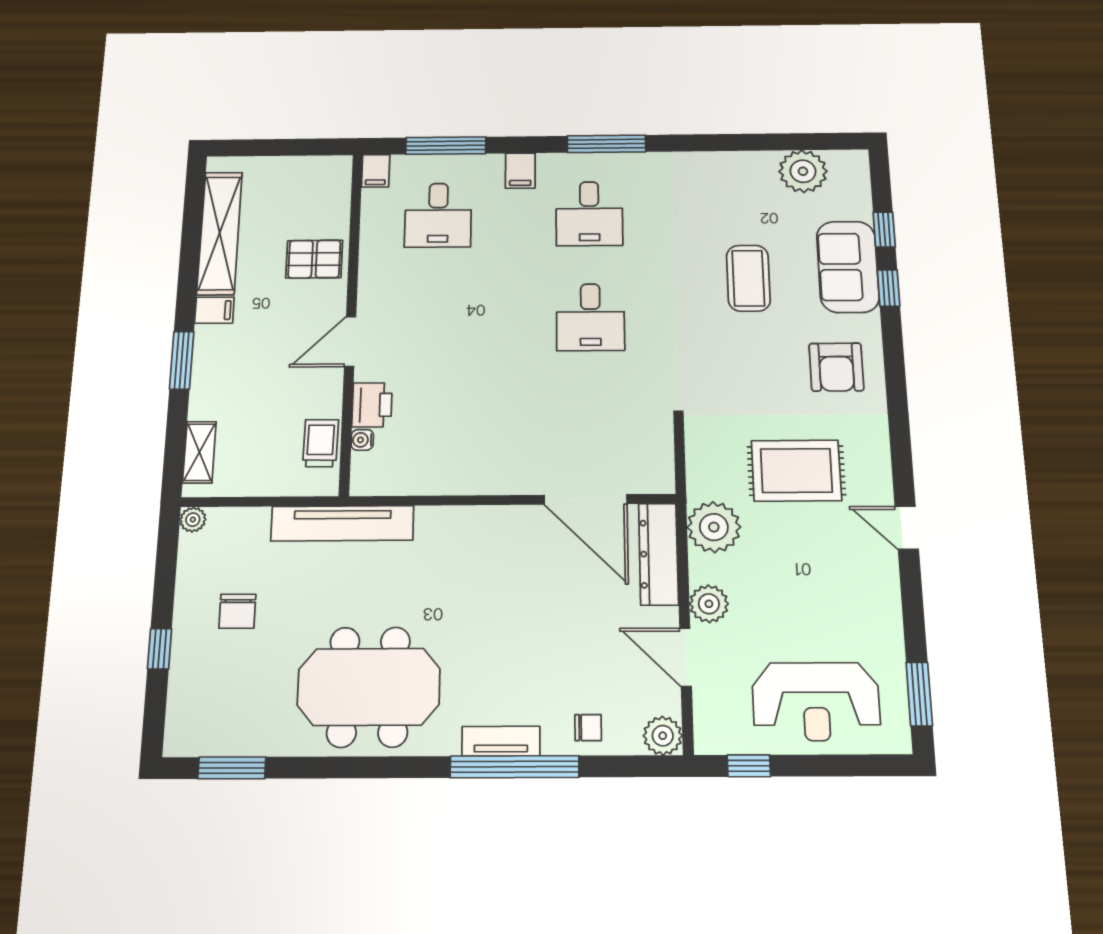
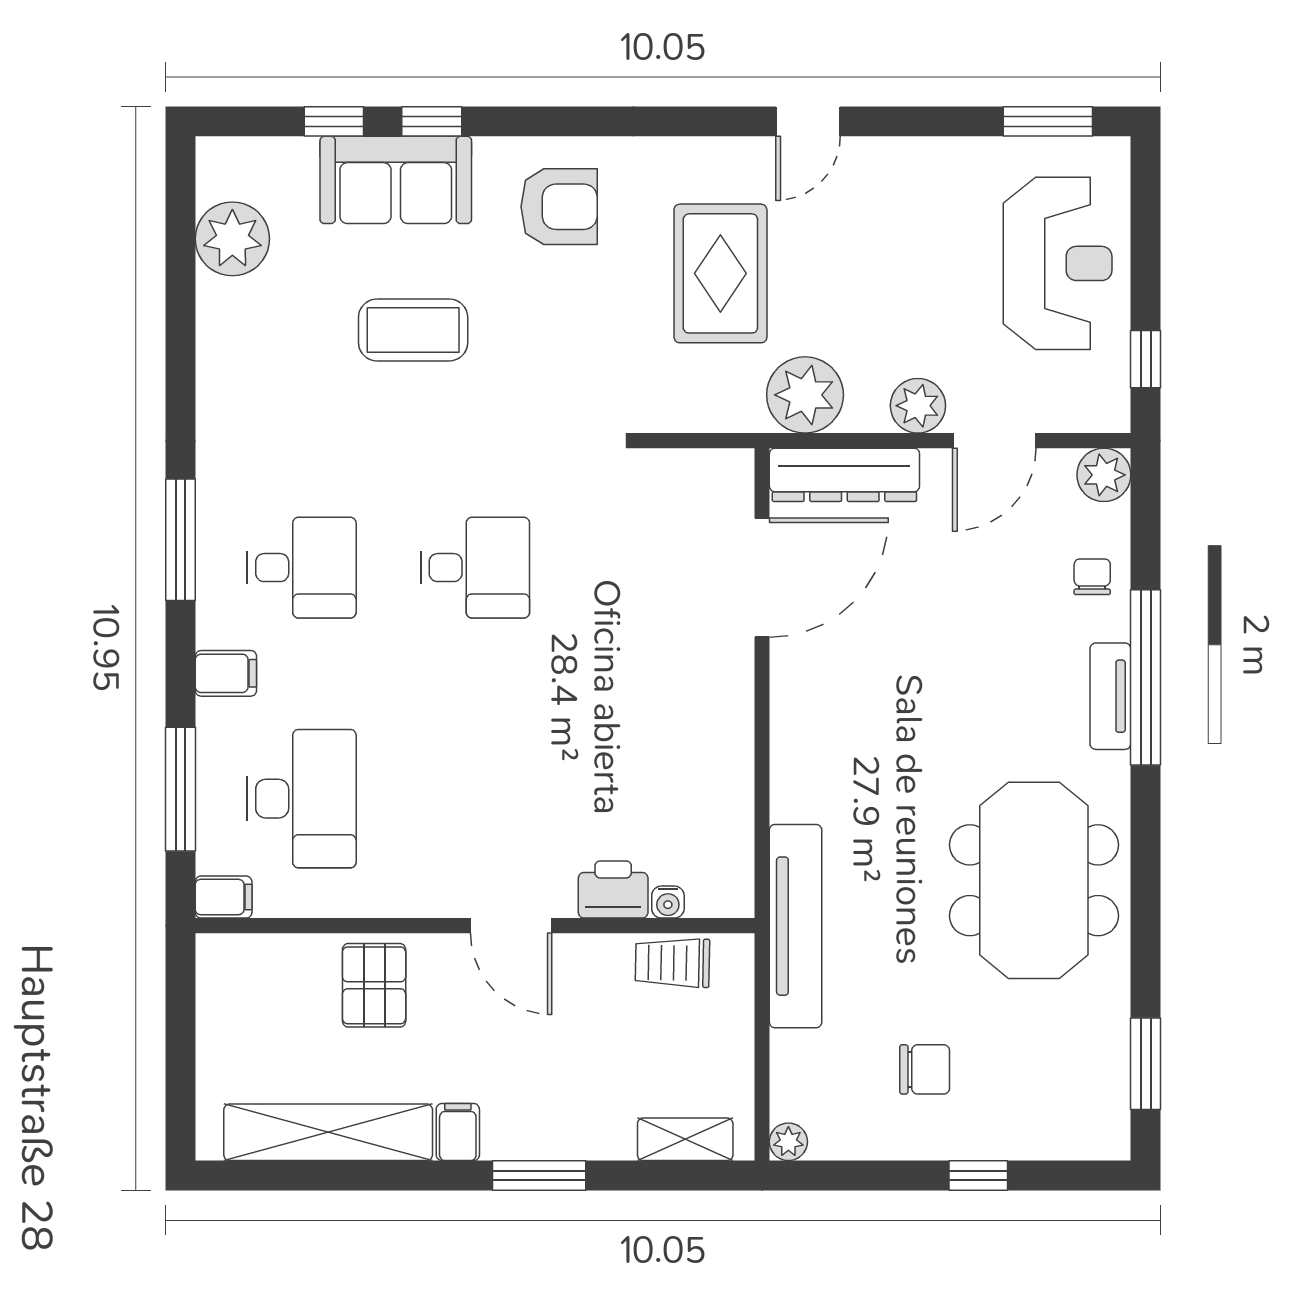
desk: (438, 215) -> (302, 799), width x1.37

